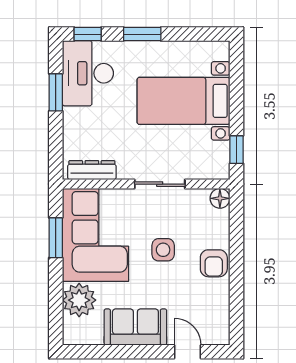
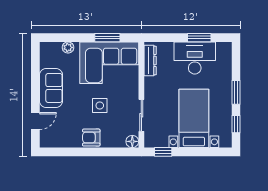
window: (88, 34) -> (236, 124), moved
desk: (88, 73) -> (195, 58), moved
sliding door: (160, 184) -> (141, 115), moved
plant: (79, 300) -> (68, 47), width x0.53, depth x0.53

